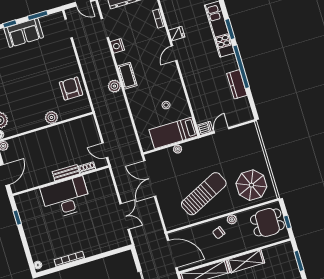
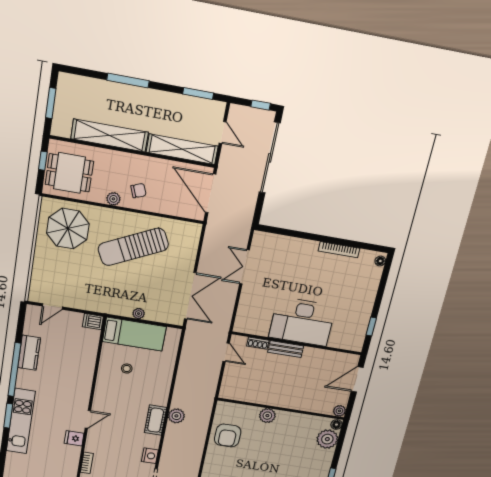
door: (222, 130) -> (52, 307), moved
shelving: (246, 261) -> (110, 136), width x1.47

